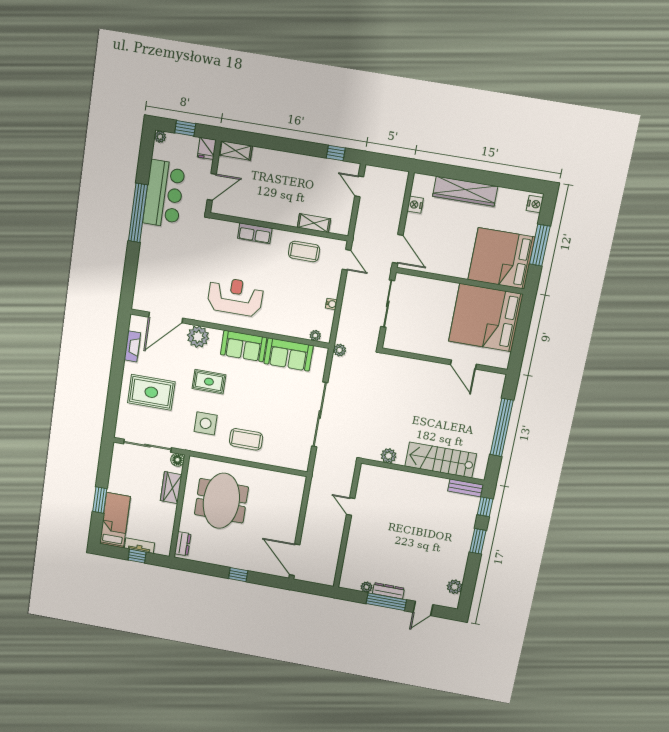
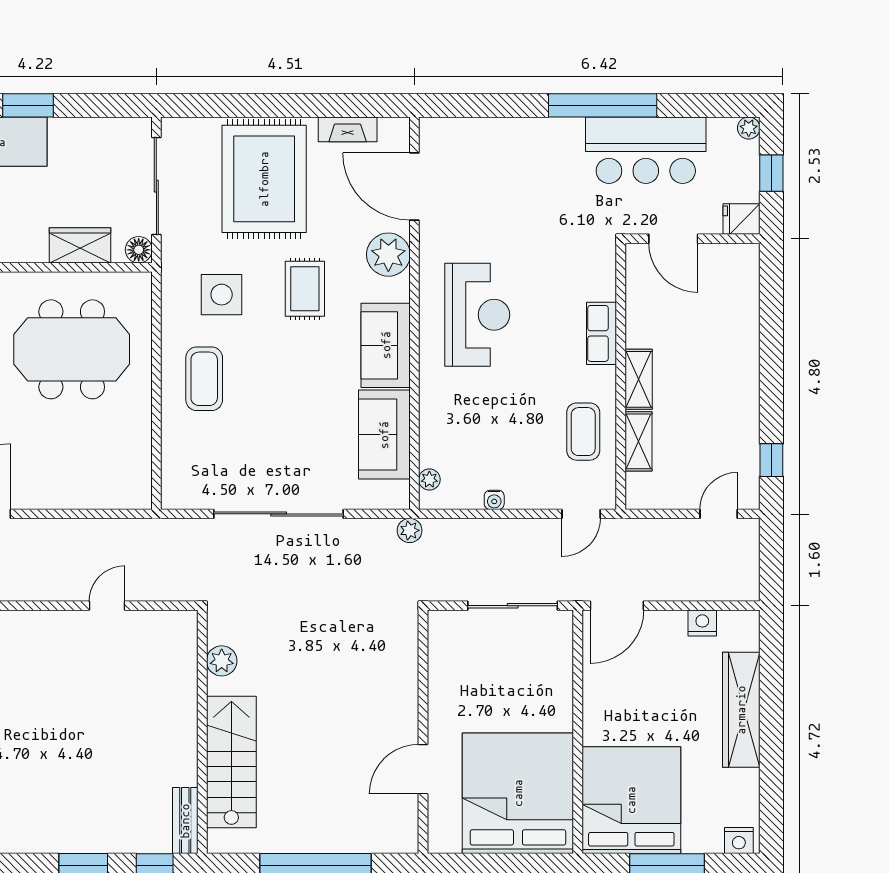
shelving: (235, 150) -> (639, 379), moved
rug: (151, 392) -> (264, 179), width x1.37, depth x1.44

